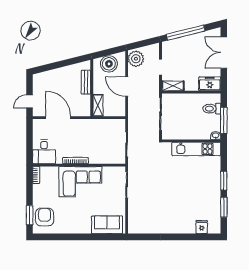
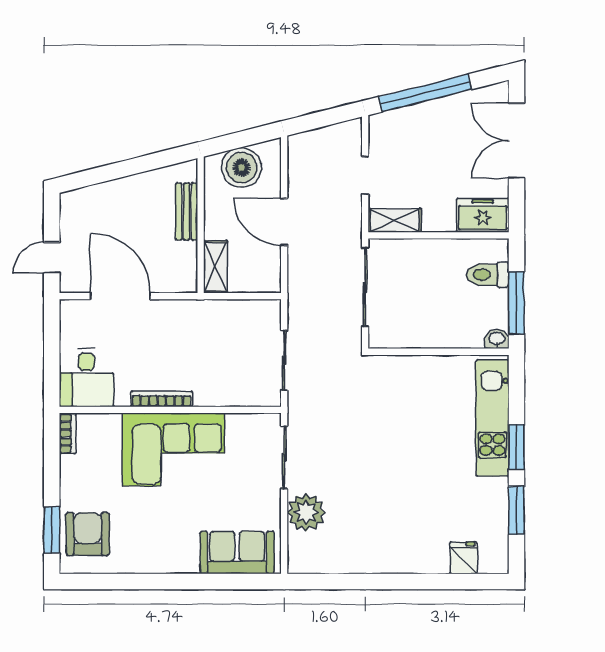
plant: (136, 59) -> (306, 512), moved
kitchen unit: (196, 149) -> (492, 418), moved, turned 90

